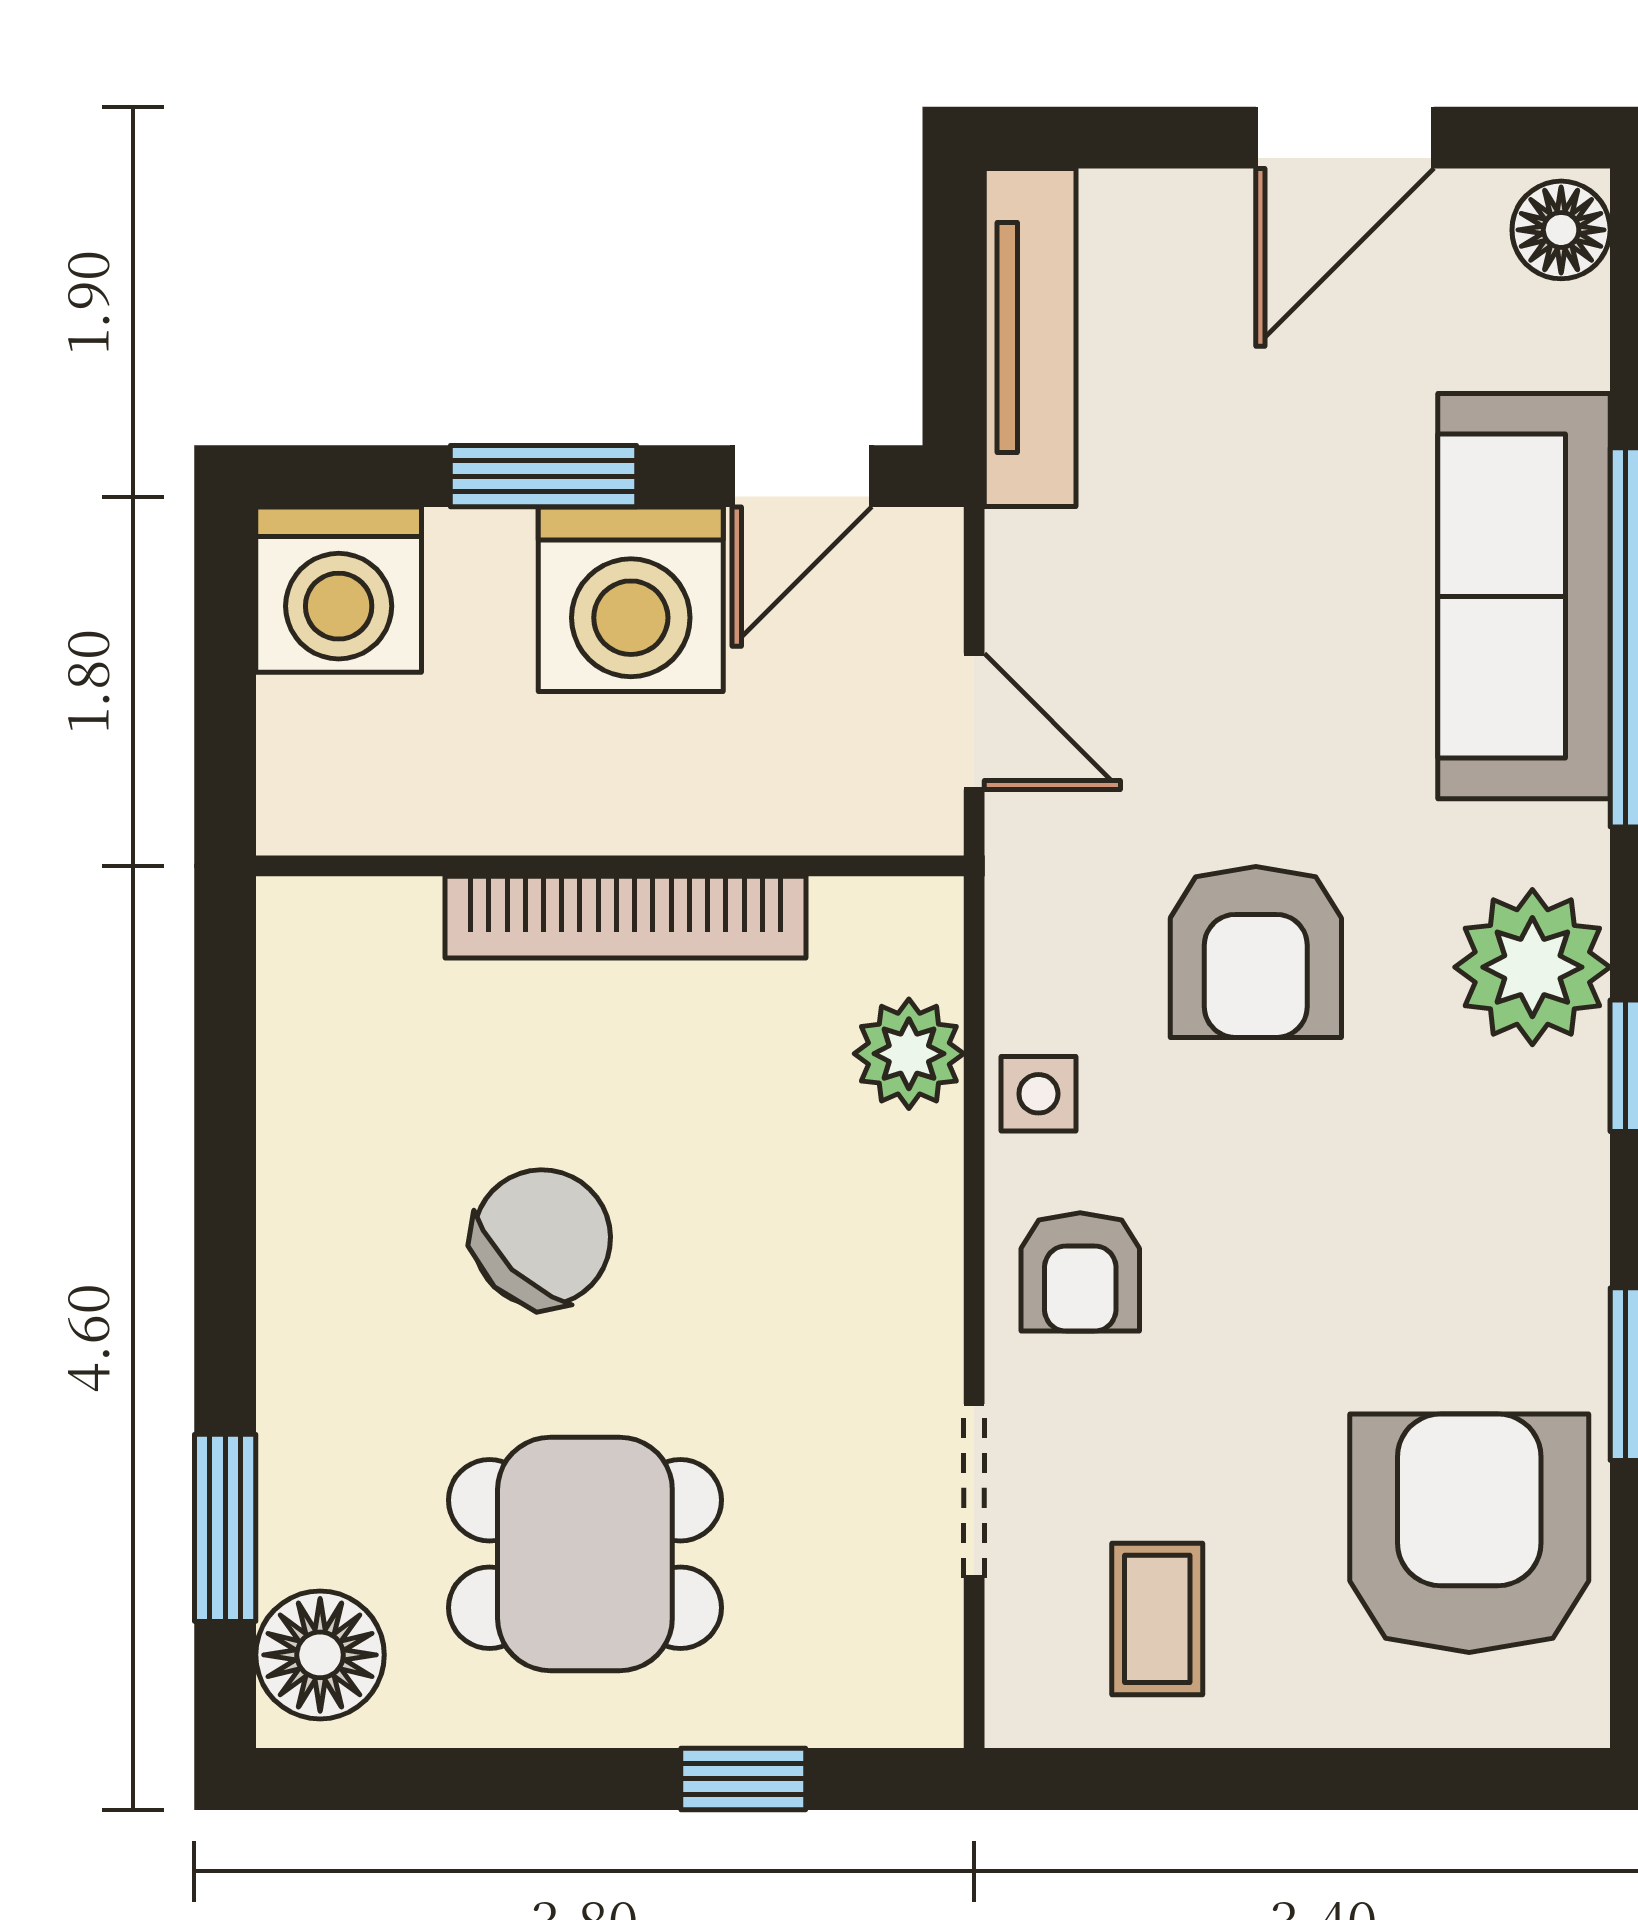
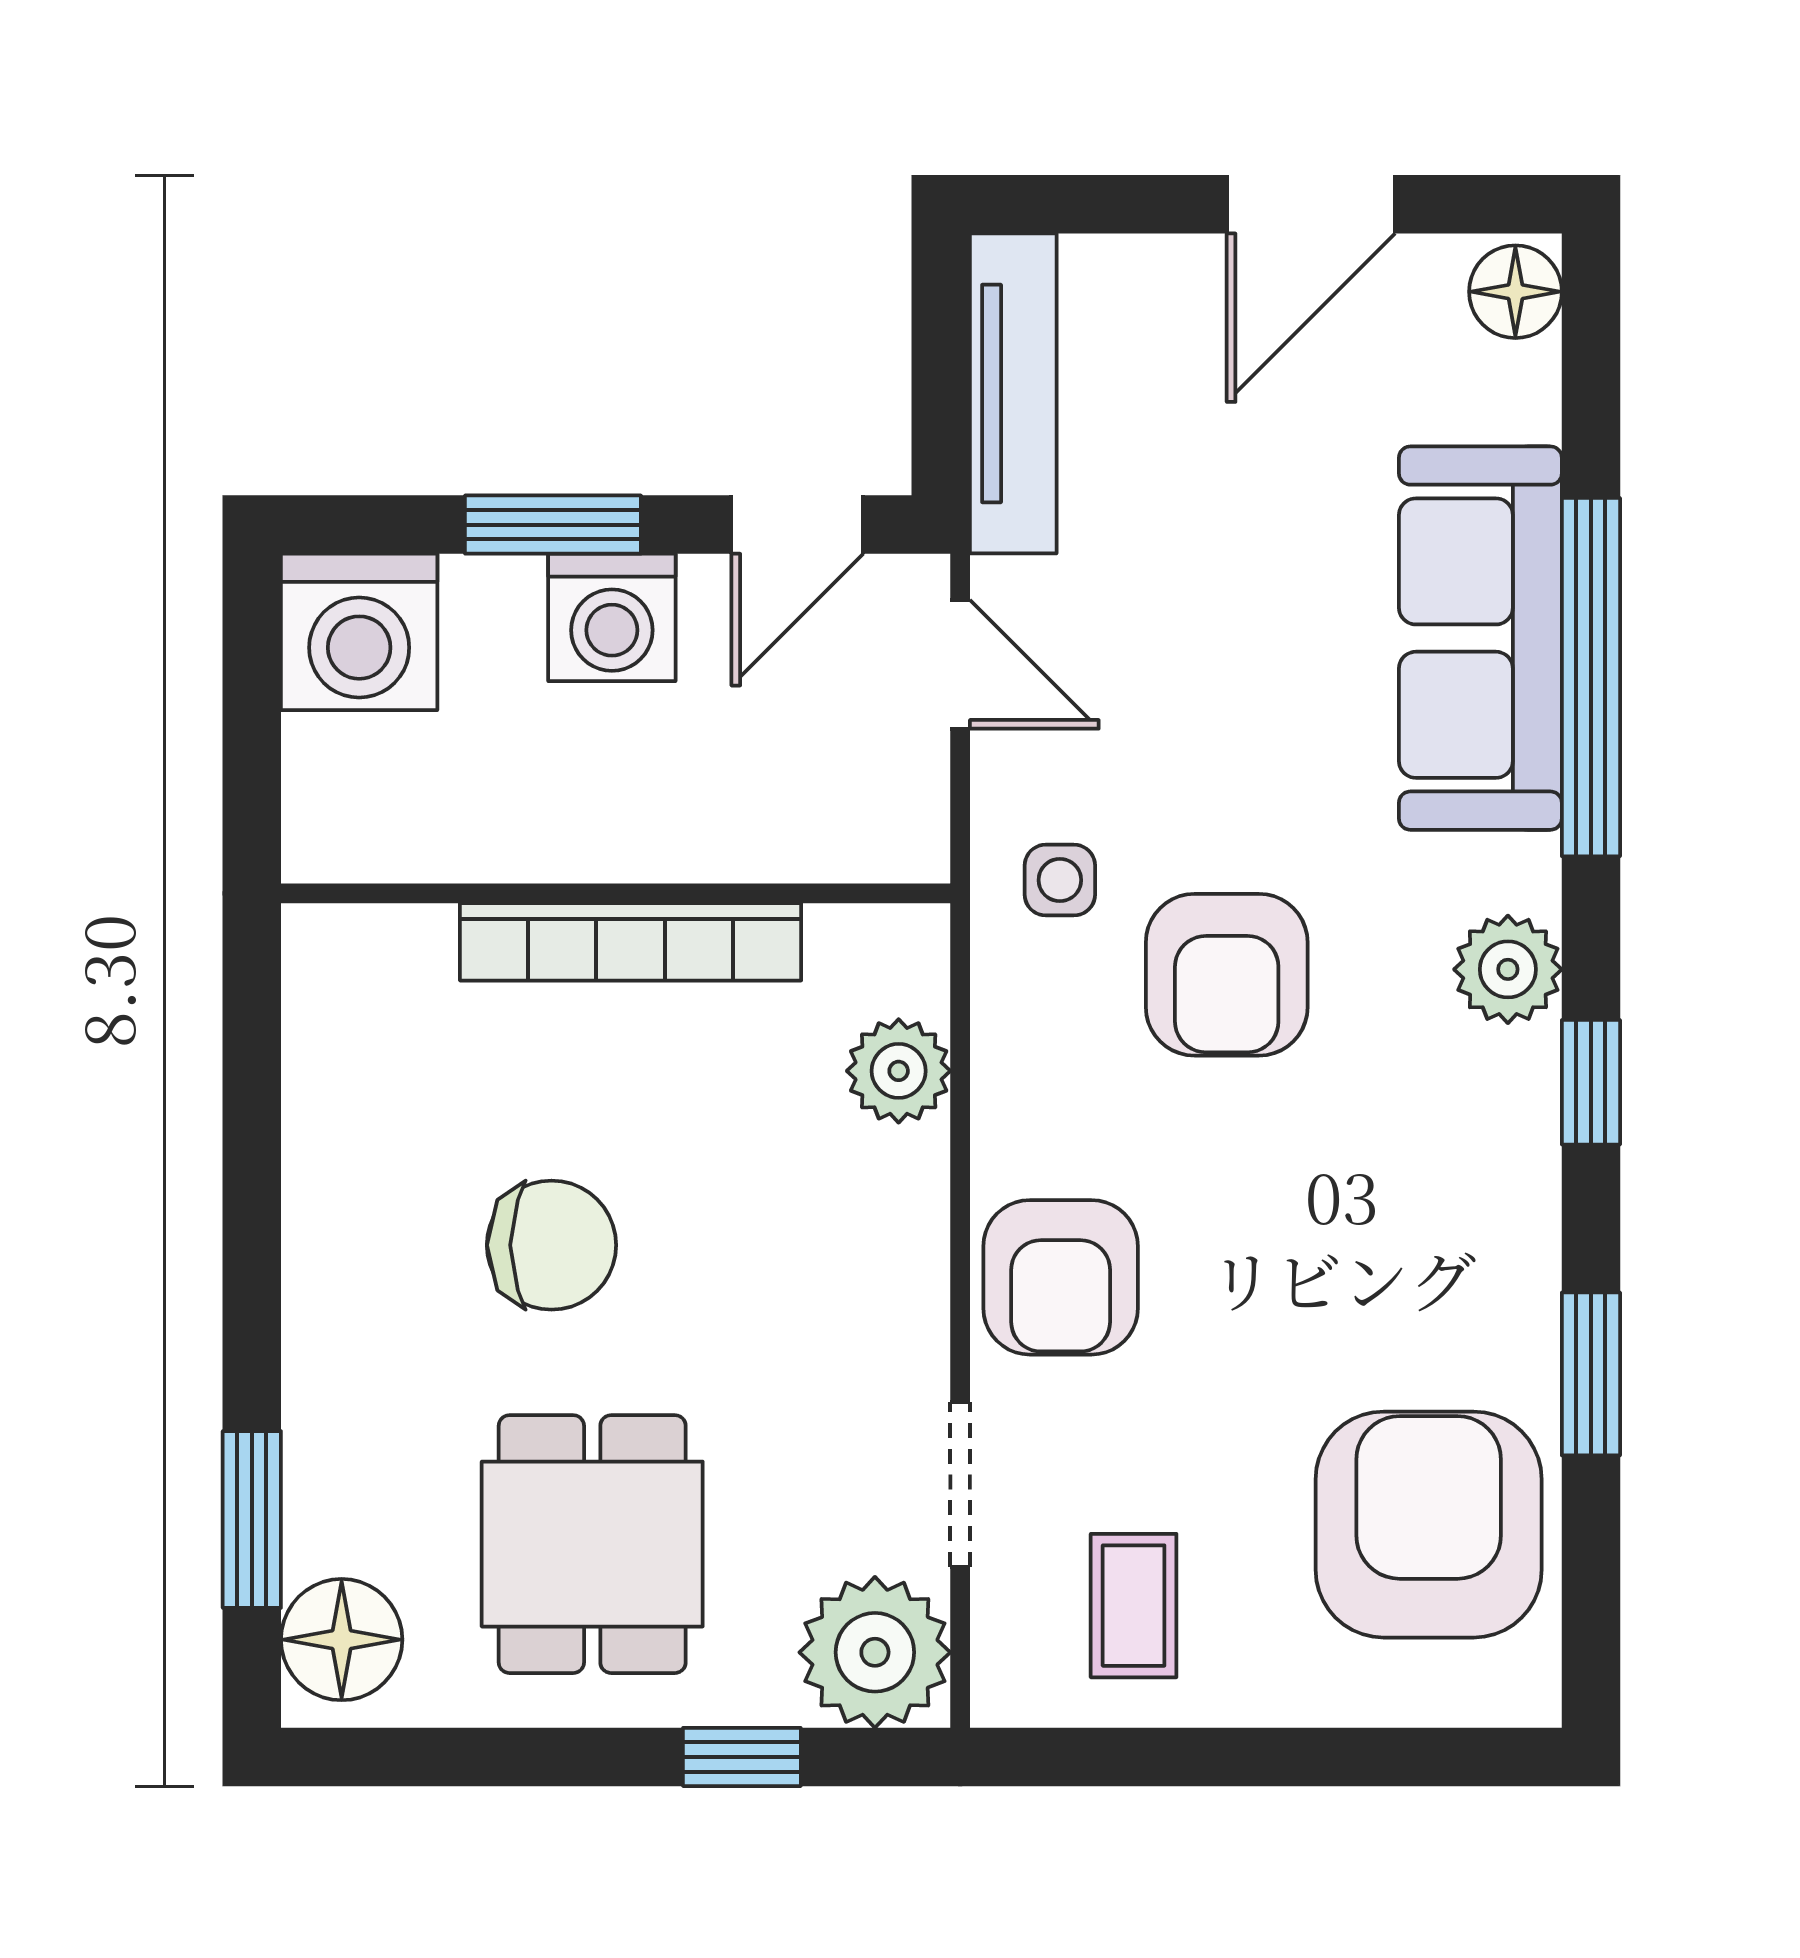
washing machine: (631, 599) -> (612, 617), width x0.73, depth x0.73
door: (974, 721) -> (960, 664), moved
plant: (1532, 967) -> (1508, 969), width x0.73, depth x0.73
side table: (1038, 1094) -> (1060, 880), moved
chair: (542, 1238) -> (552, 1245), turned 46
armchair: (1080, 1272) -> (1061, 1277), width x1.38, depth x1.38
dining table: (585, 1554) -> (592, 1544), turned 90
plant: (884, 1668) -> (875, 1652), added

